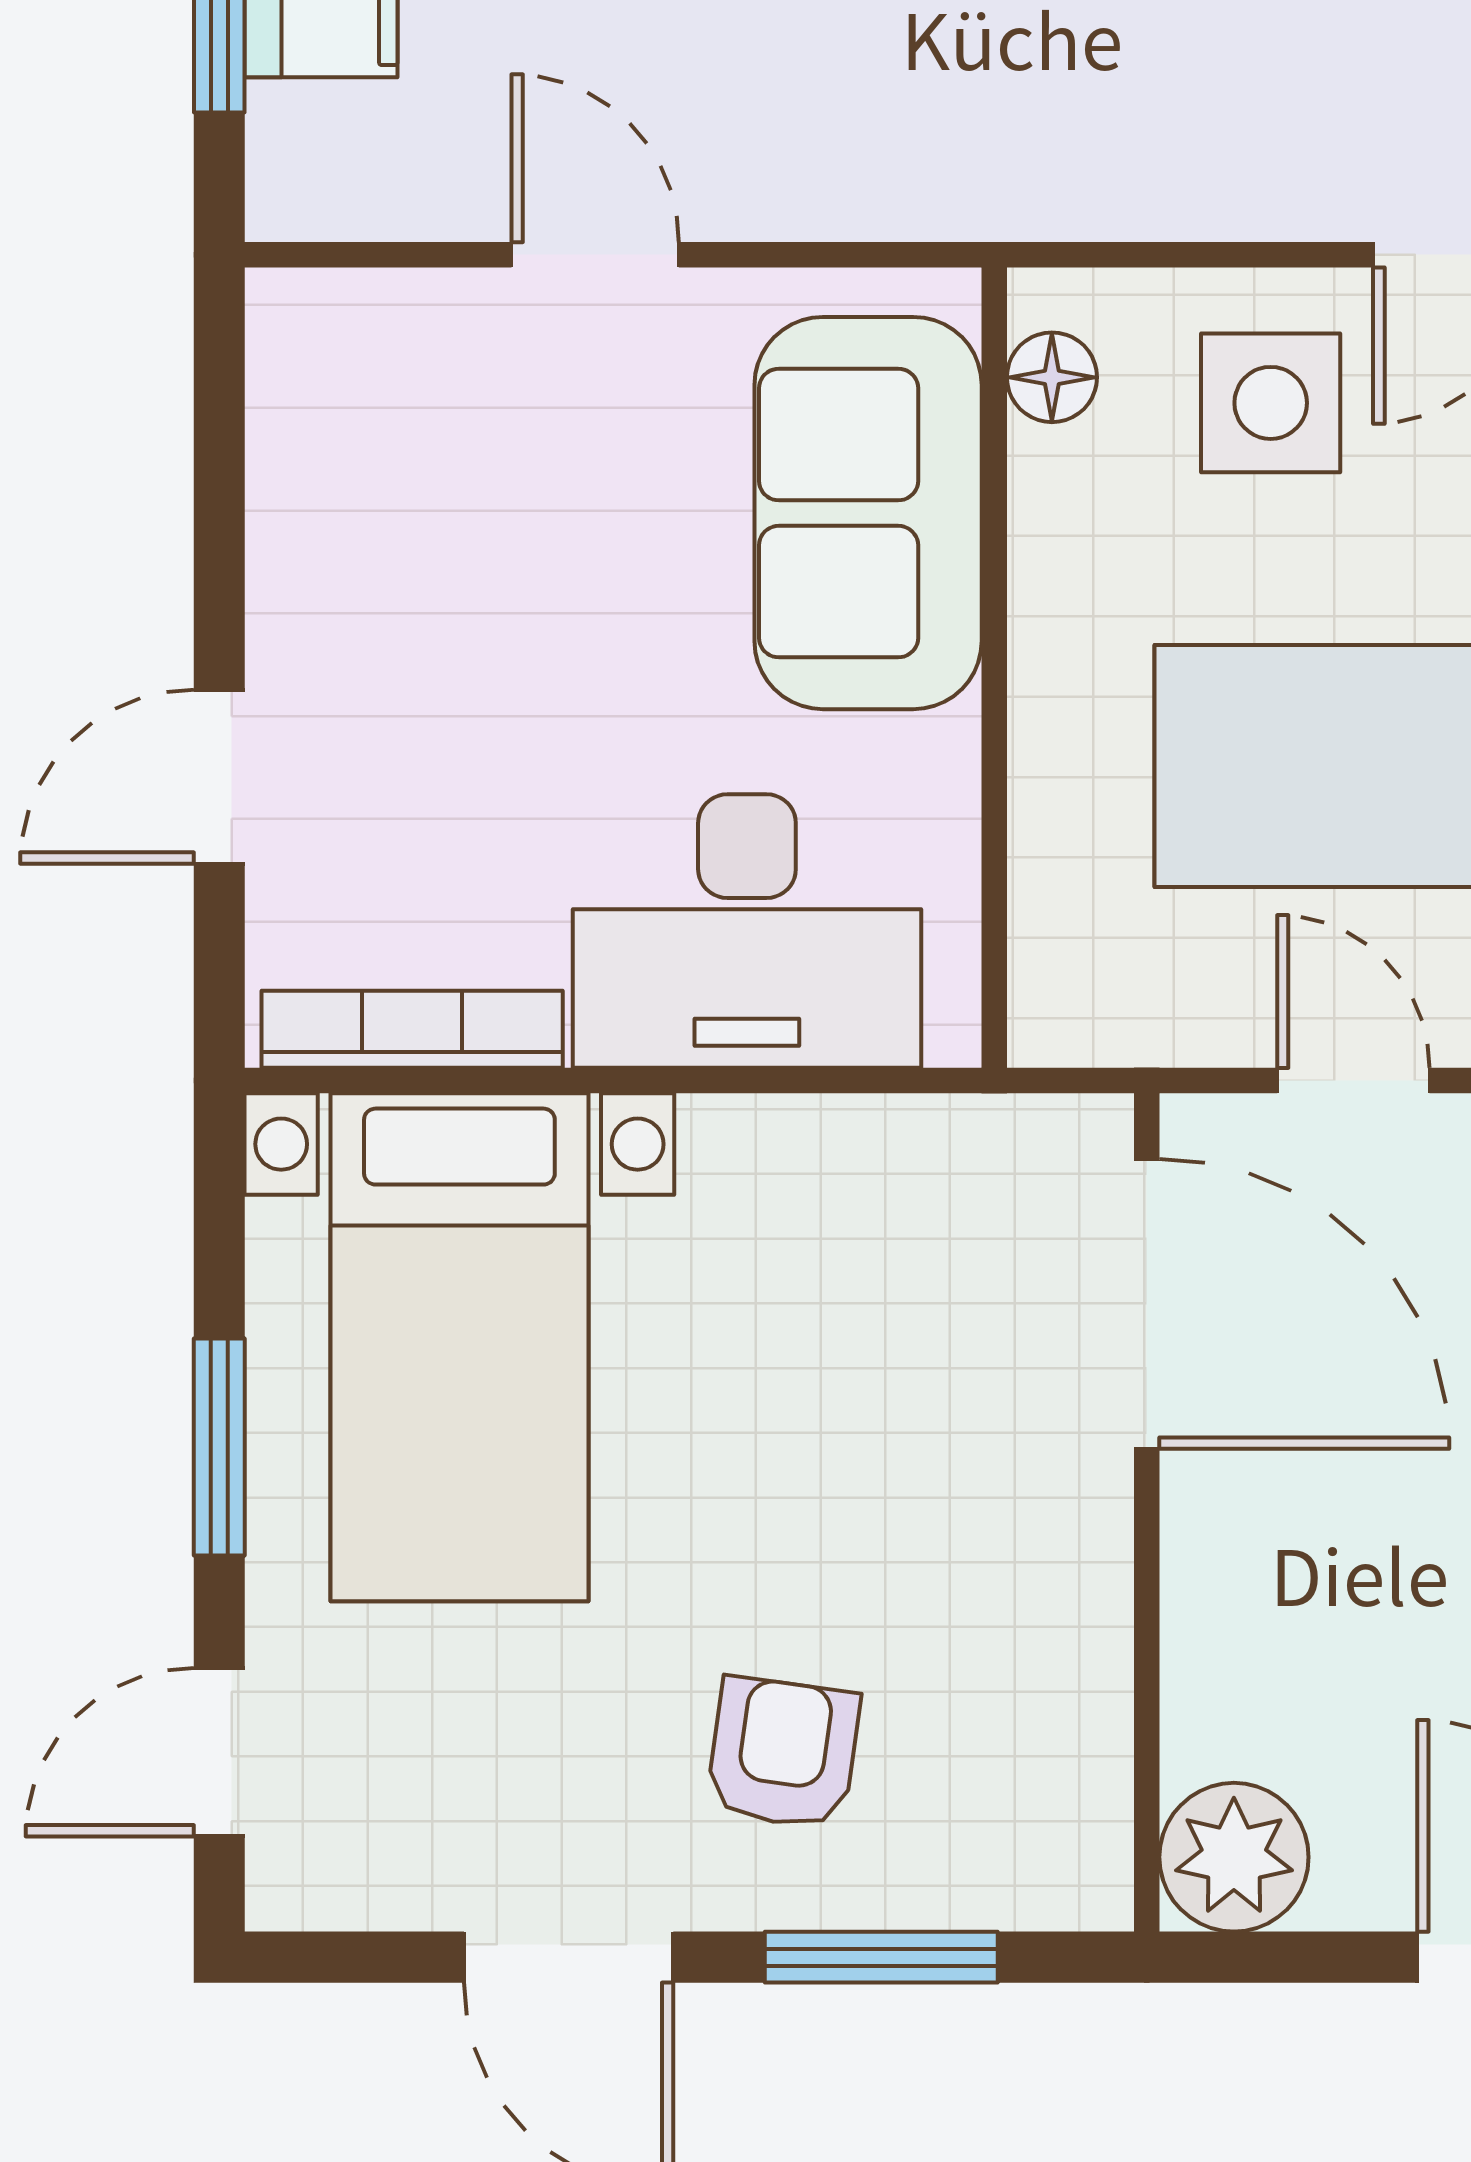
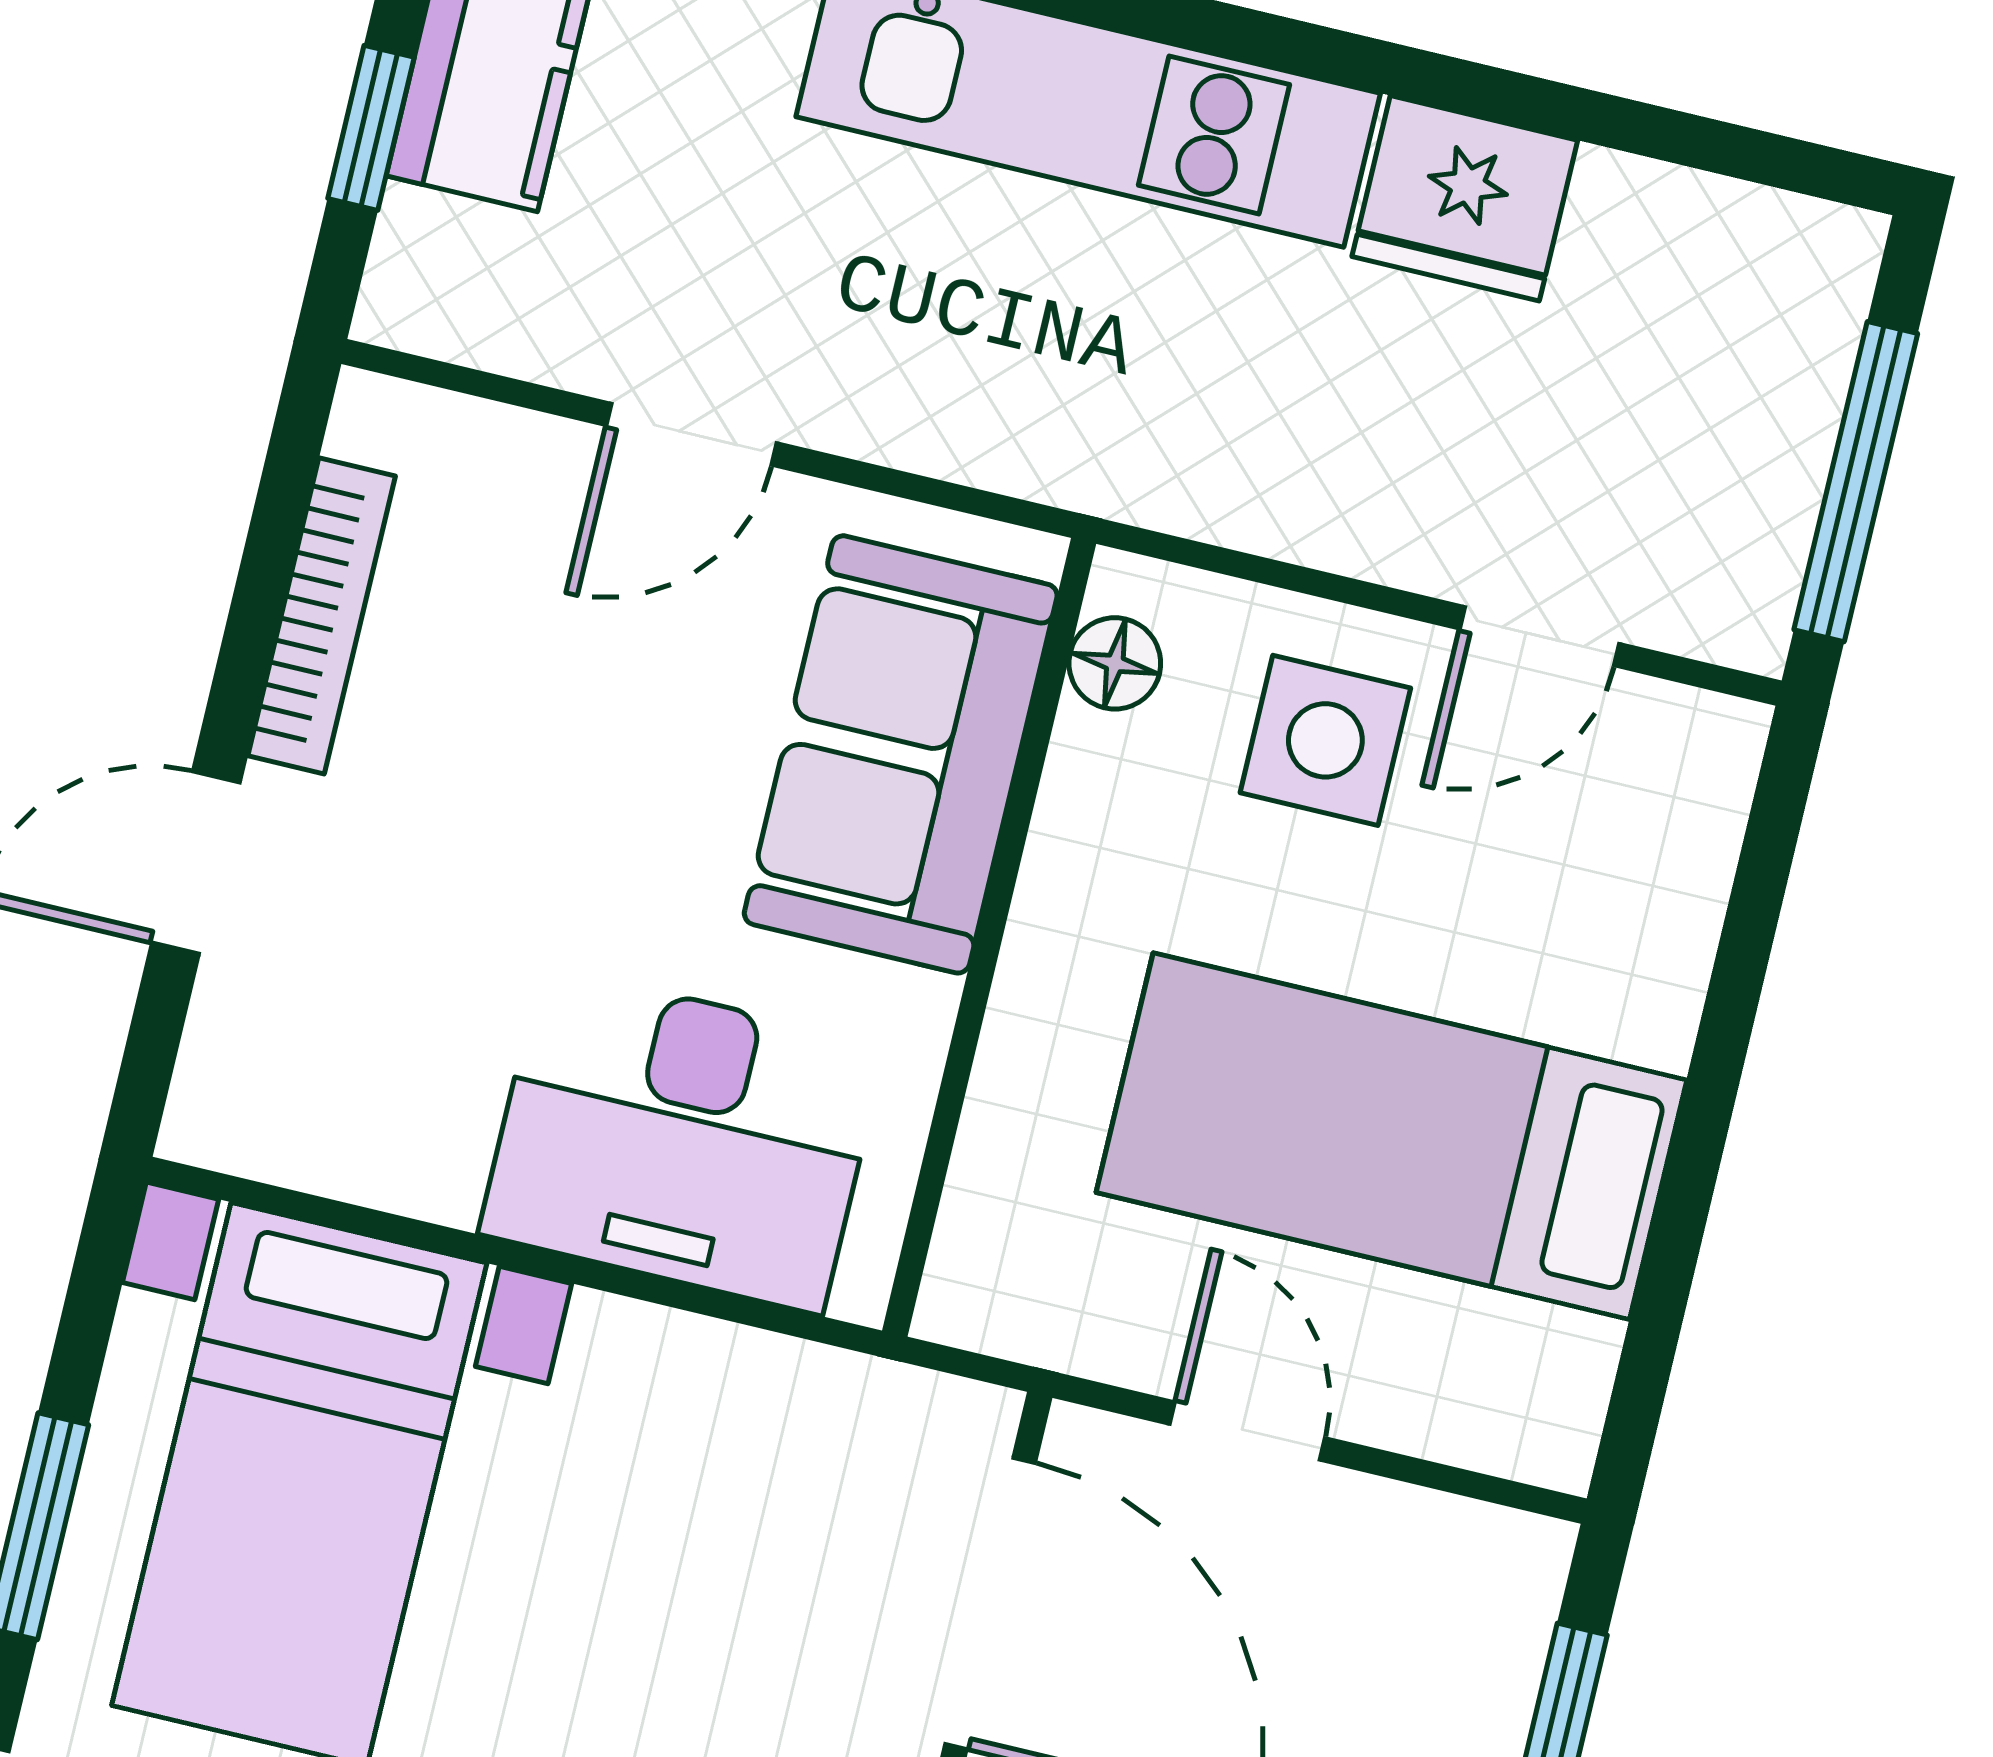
door: (595, 255) -> (691, 434), swing flipped
bookcase: (412, 1029) -> (322, 616), moved, turned 90

